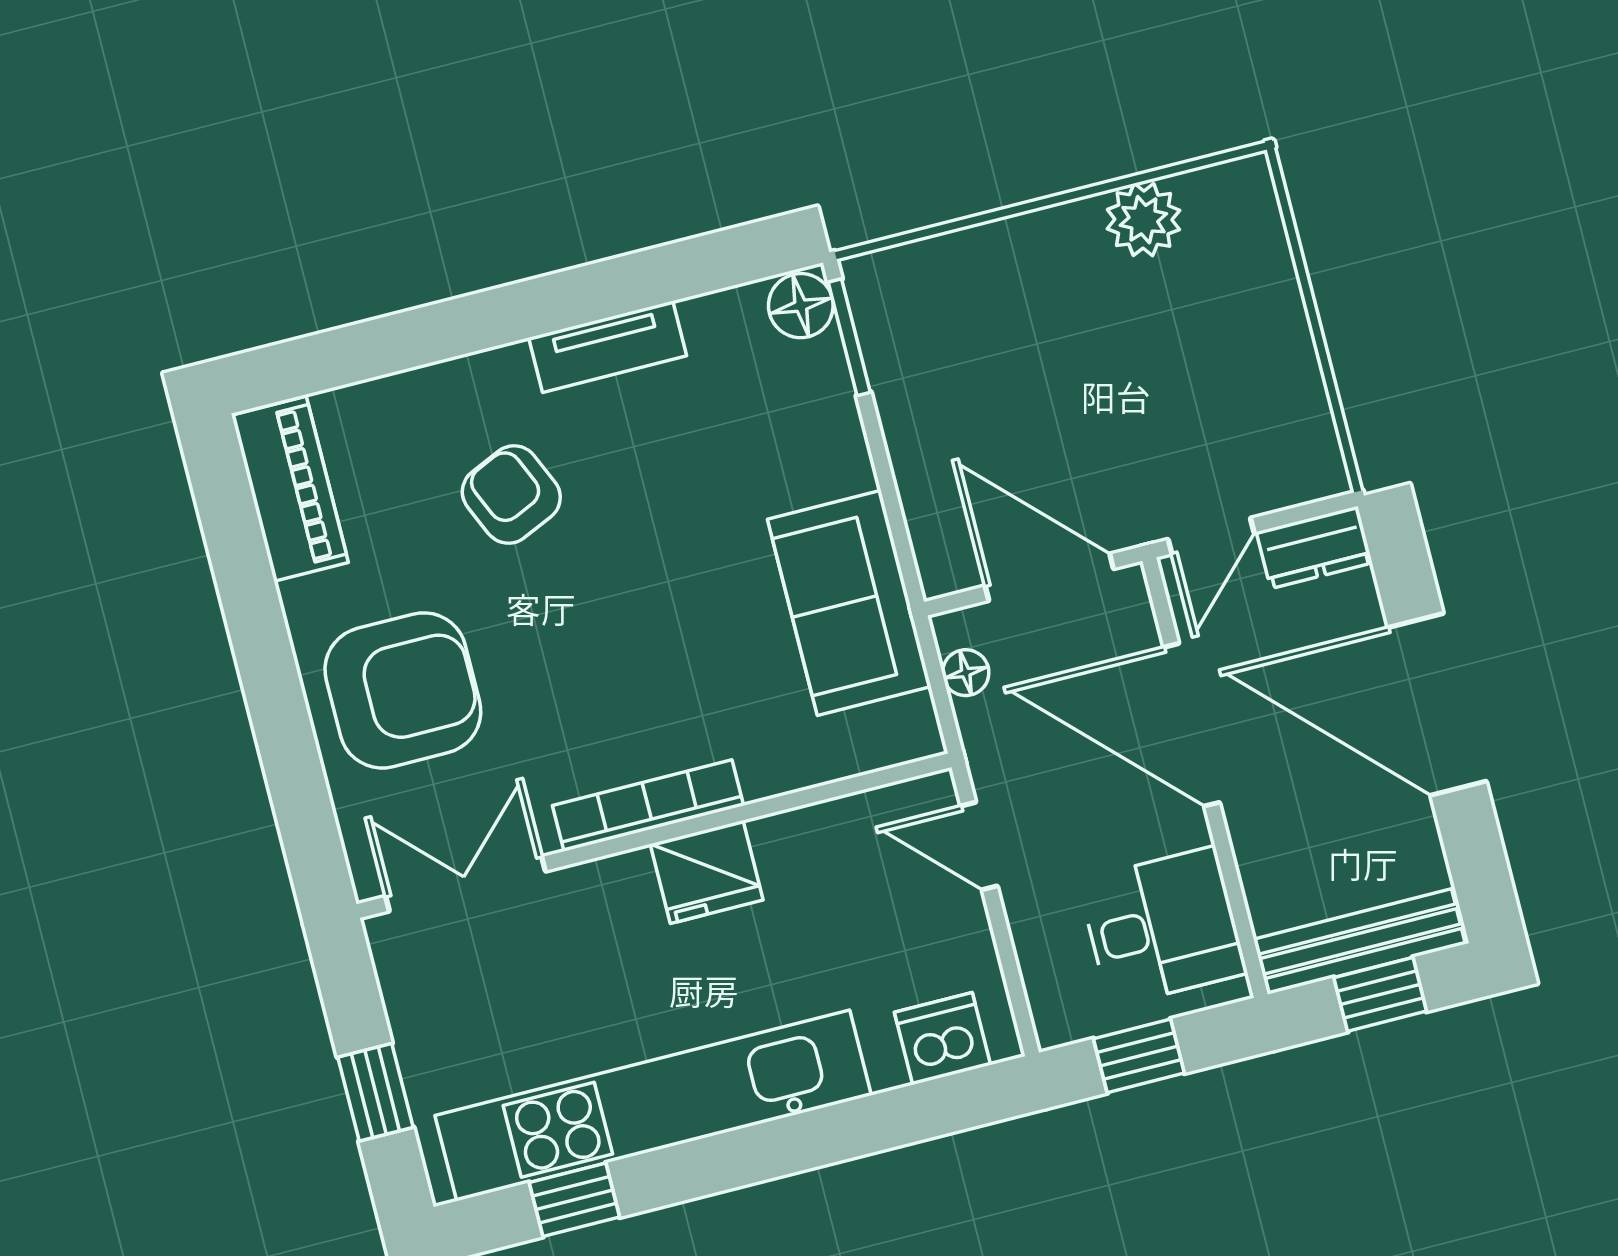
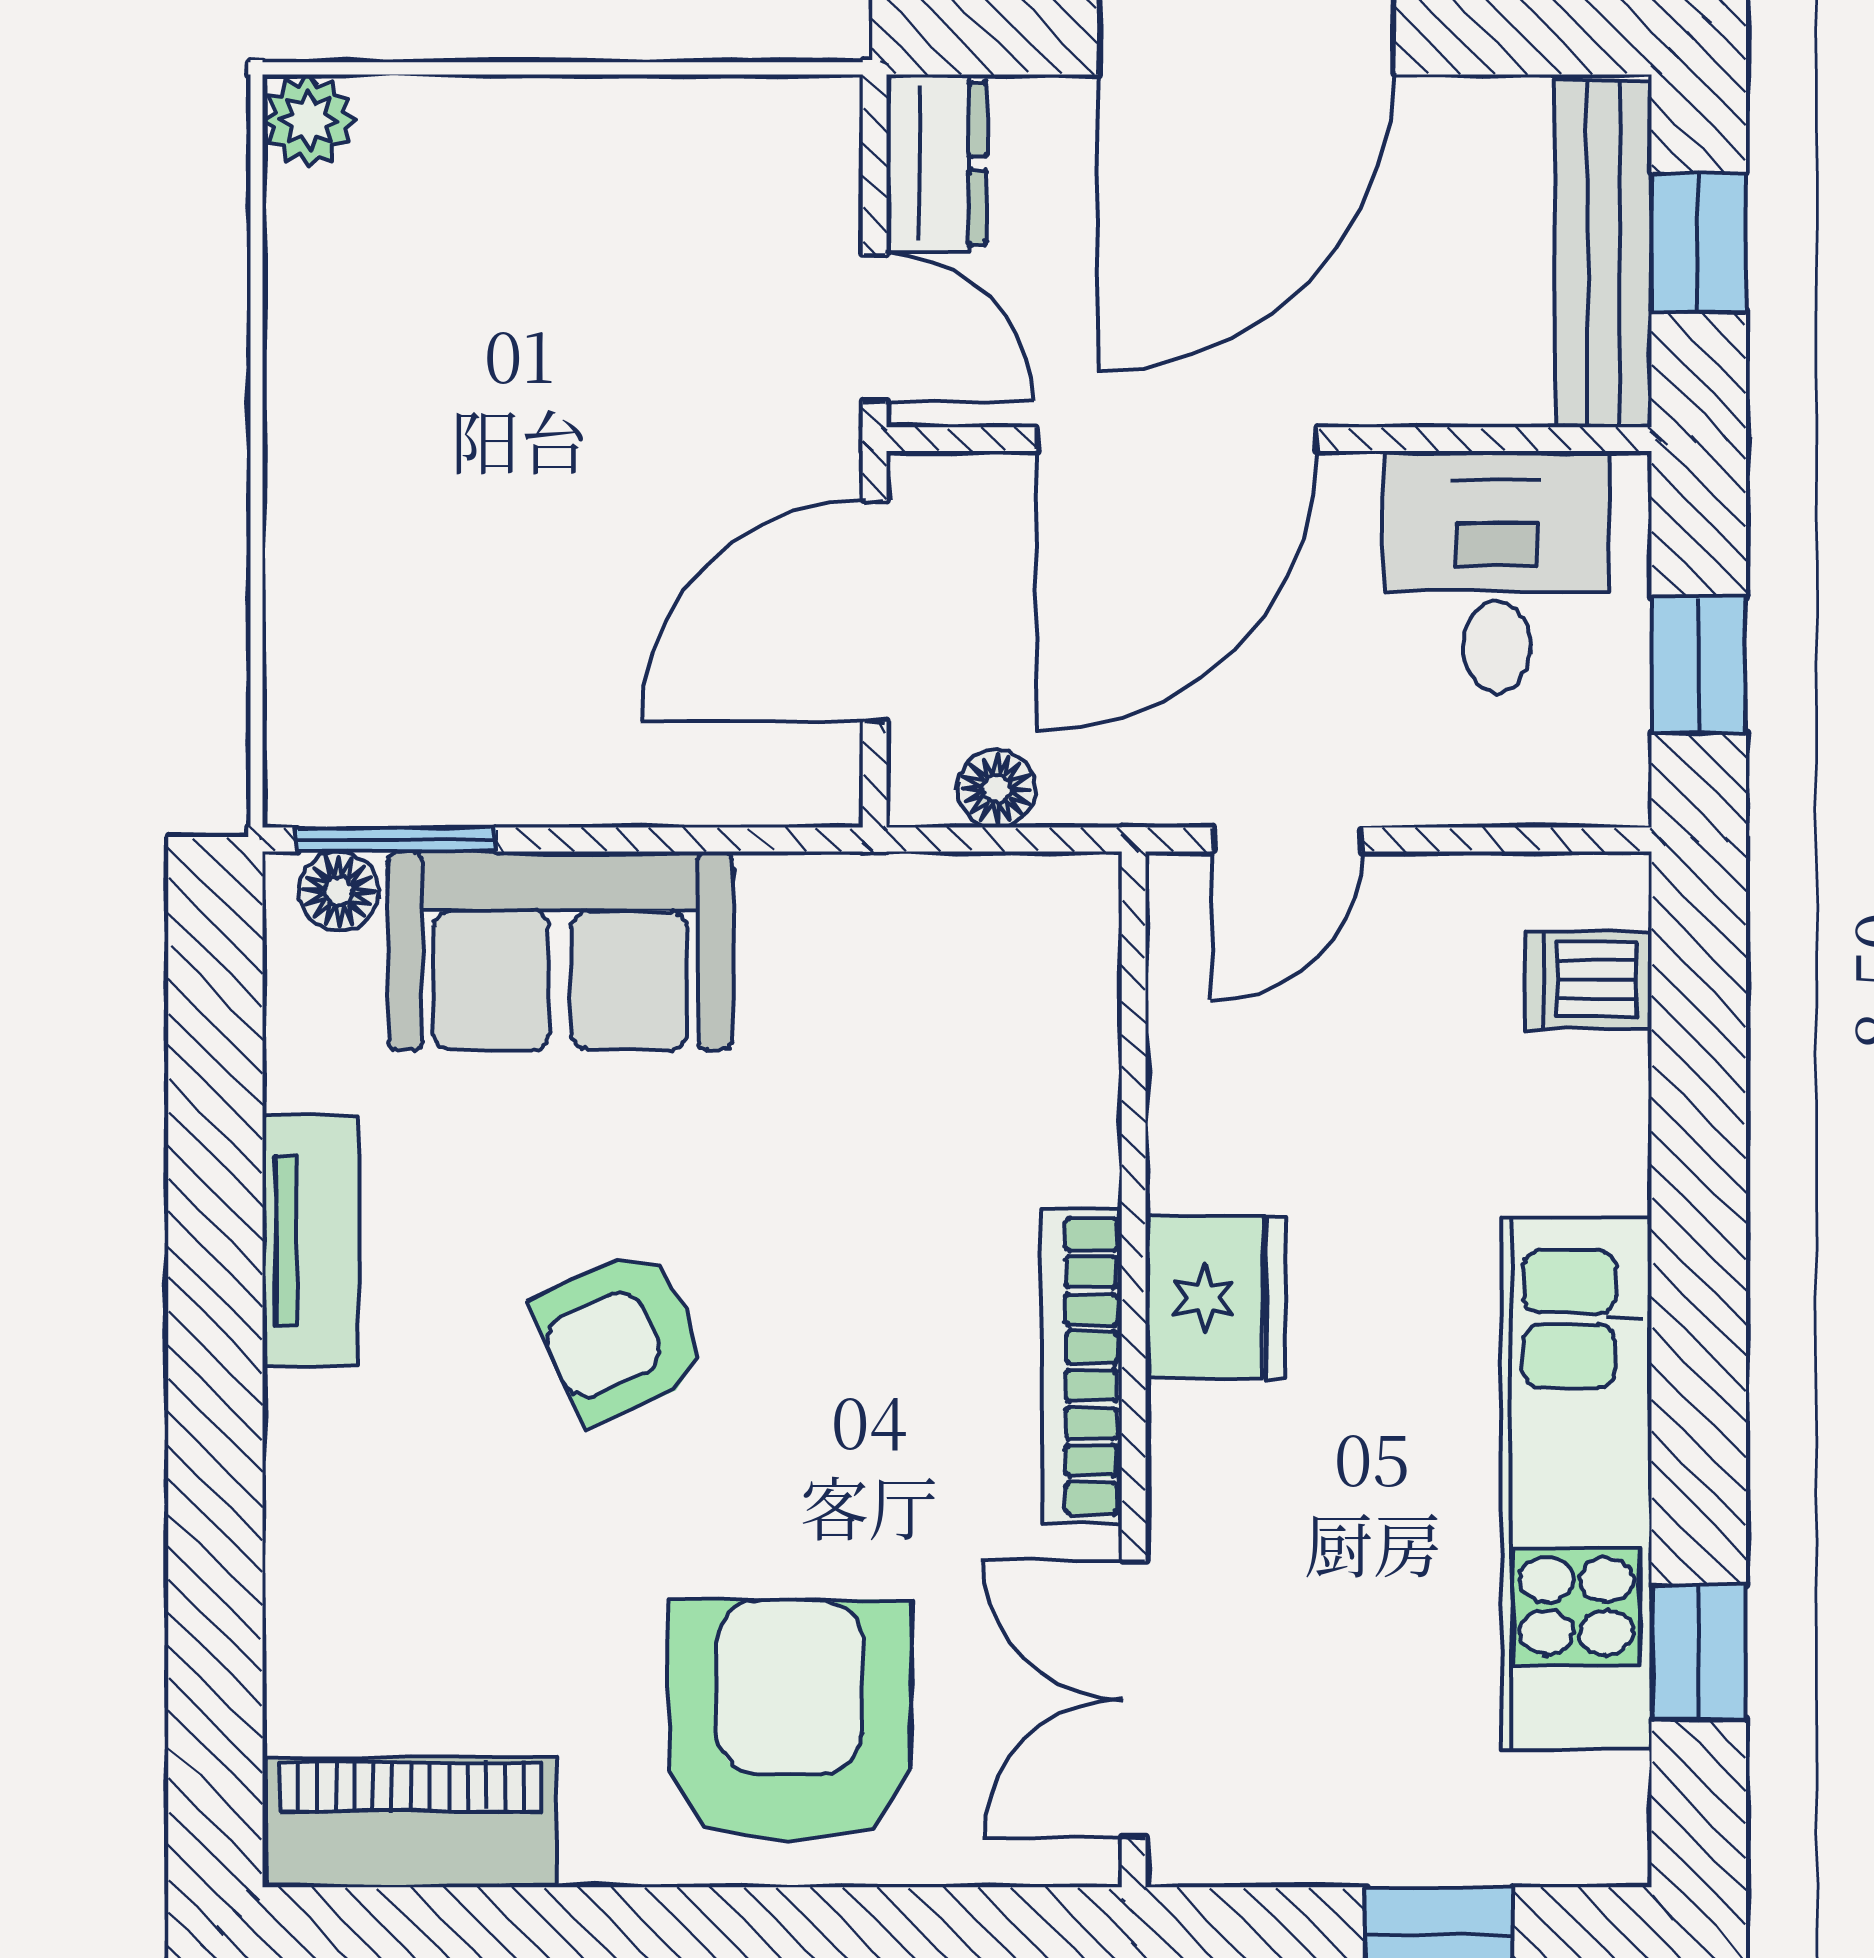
plant: (1143, 220) -> (309, 121), moved, width x0.73, depth x0.73
floor lamp: (801, 306) -> (339, 891), width x0.73, depth x0.73
armchair: (511, 495) -> (621, 1337), moved
sofa: (849, 603) -> (560, 951), moved
dishwasher: (943, 1039) -> (1588, 980), width x0.73
kitchen unit: (653, 1105) -> (1577, 1484), width x0.73

